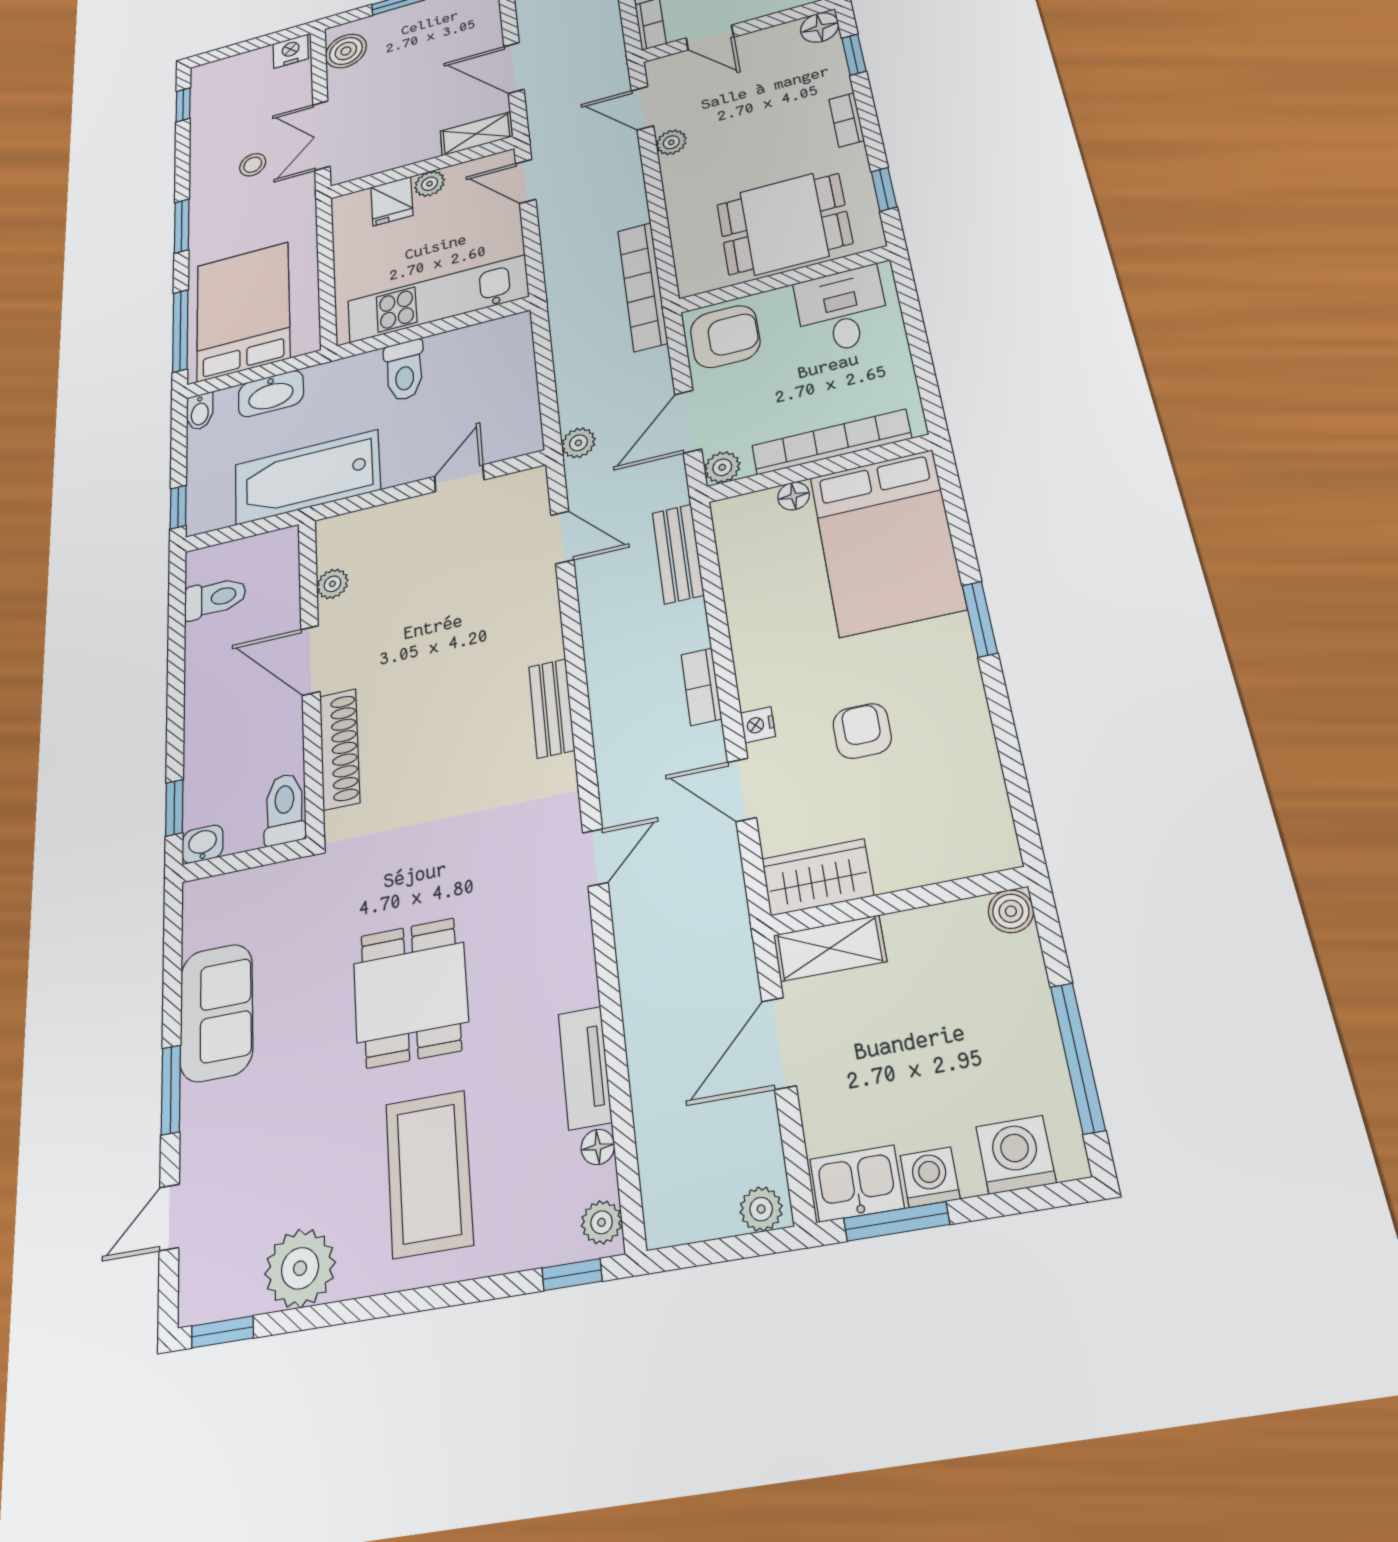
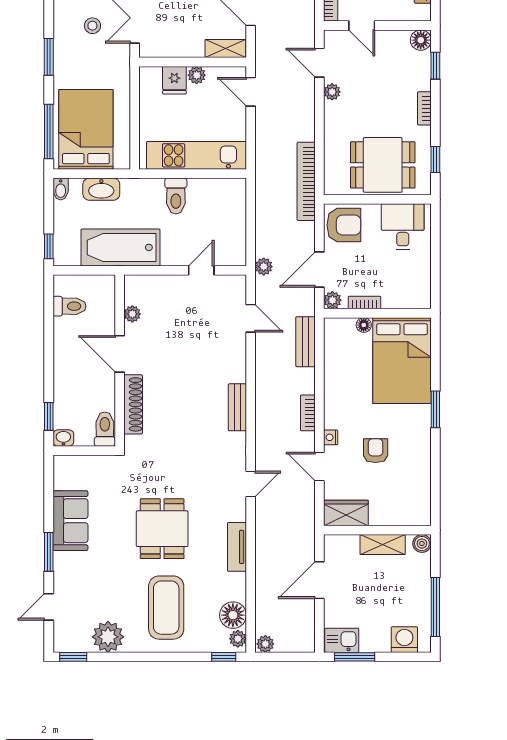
bookcase: (831, 442) -> (365, 303), width x0.43, depth x0.76
shelving: (830, 948) -> (383, 545), moved
tv unit: (585, 1068) -> (237, 547), moved
floor lamp: (598, 1147) -> (233, 615), width x1.89, depth x1.89
washing machine: (930, 1177) -> (370, 643), removed
plant: (761, 1209) -> (265, 644), moved

